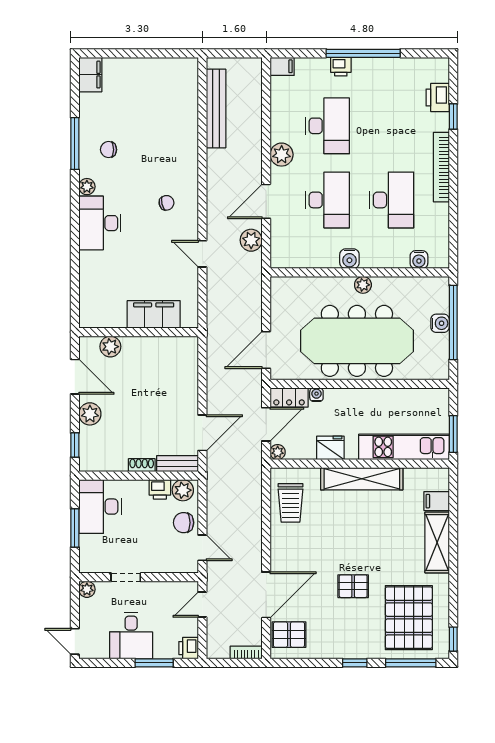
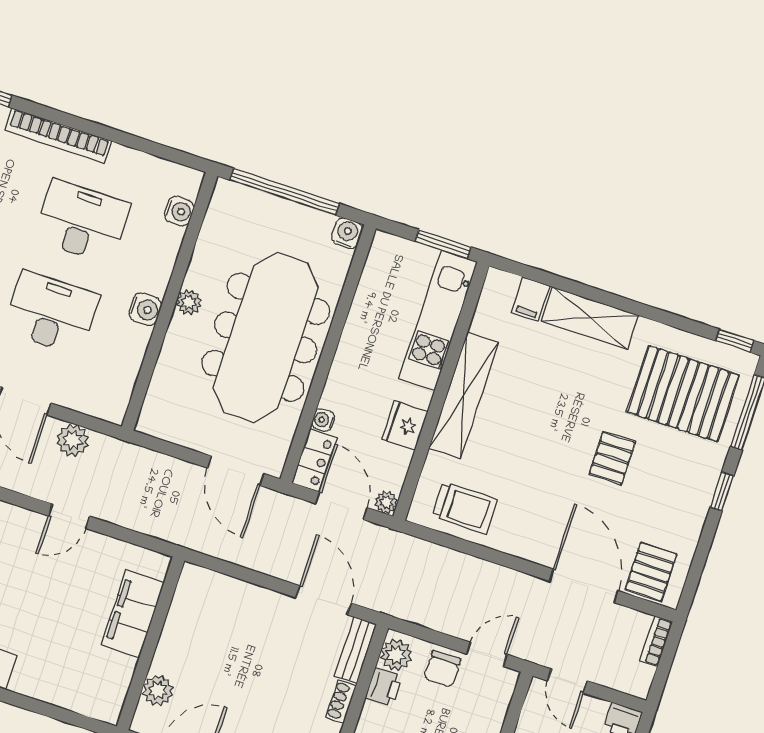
water cooler: (440, 323) -> (347, 233), moved

